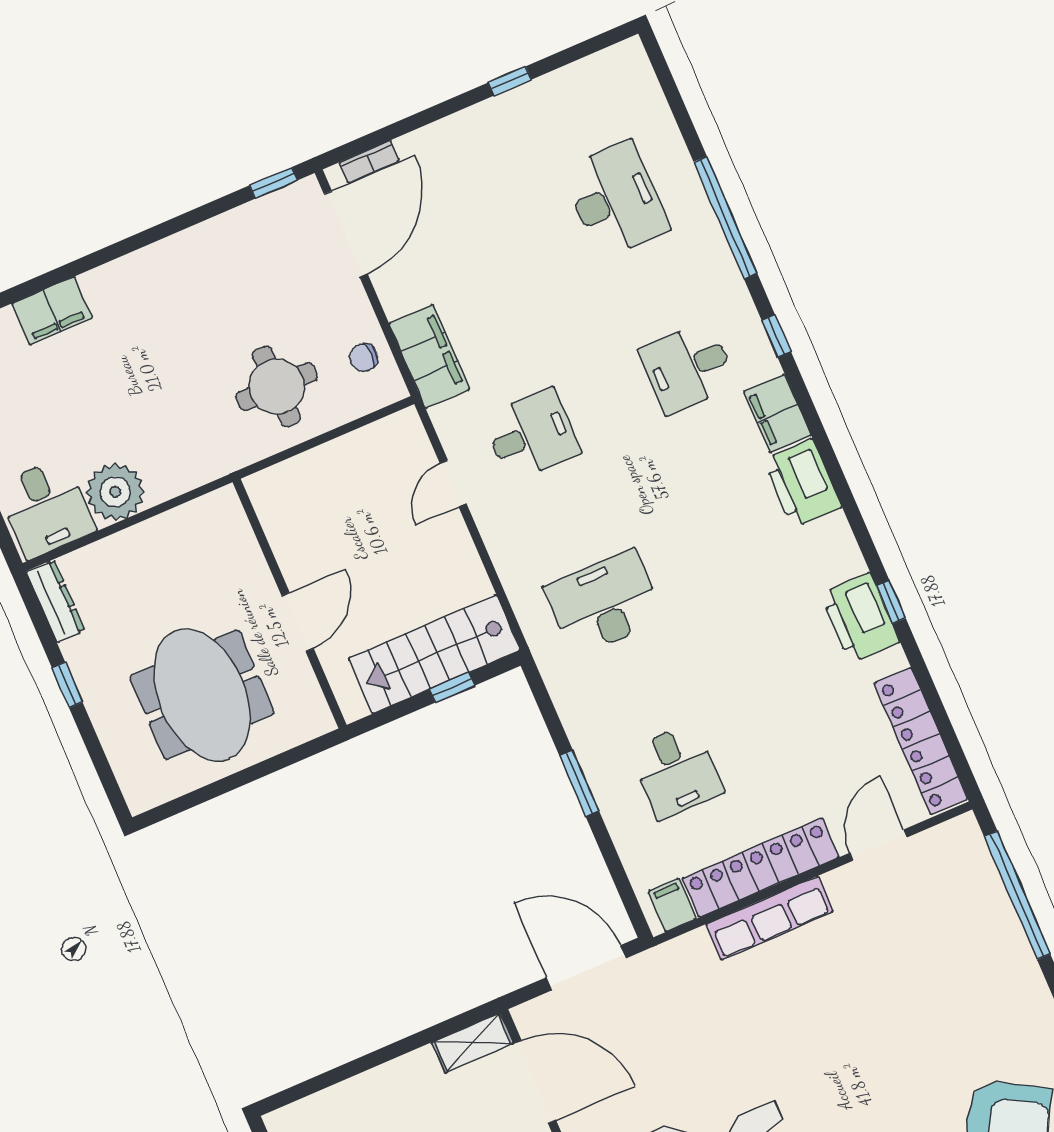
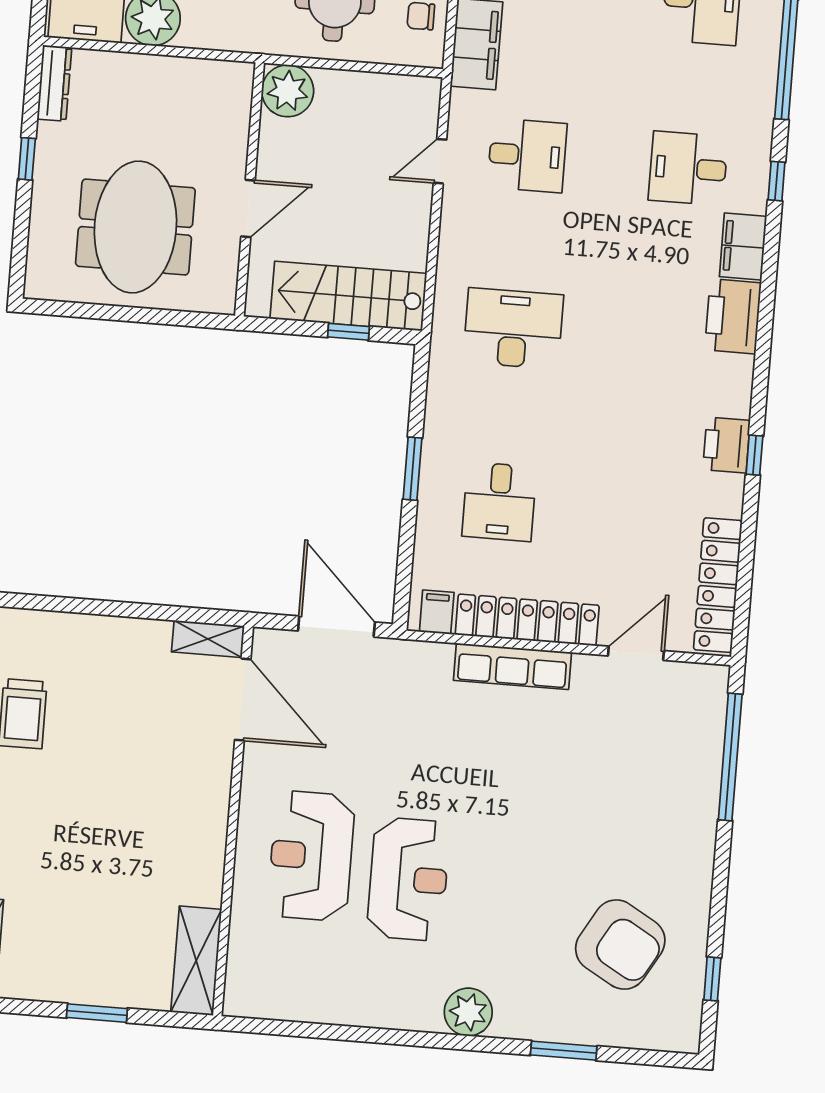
plant: (277, 493) -> (288, 91), added
printer: (860, 618) -> (726, 445), width x0.73, depth x0.84

